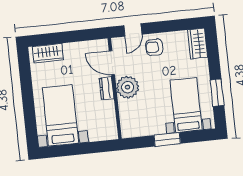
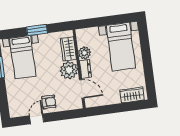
door: (133, 30) -> (37, 119), moved
wardrobe: (198, 44) -> (68, 49), moved, turned 180
plant: (107, 109) -> (85, 53), added

